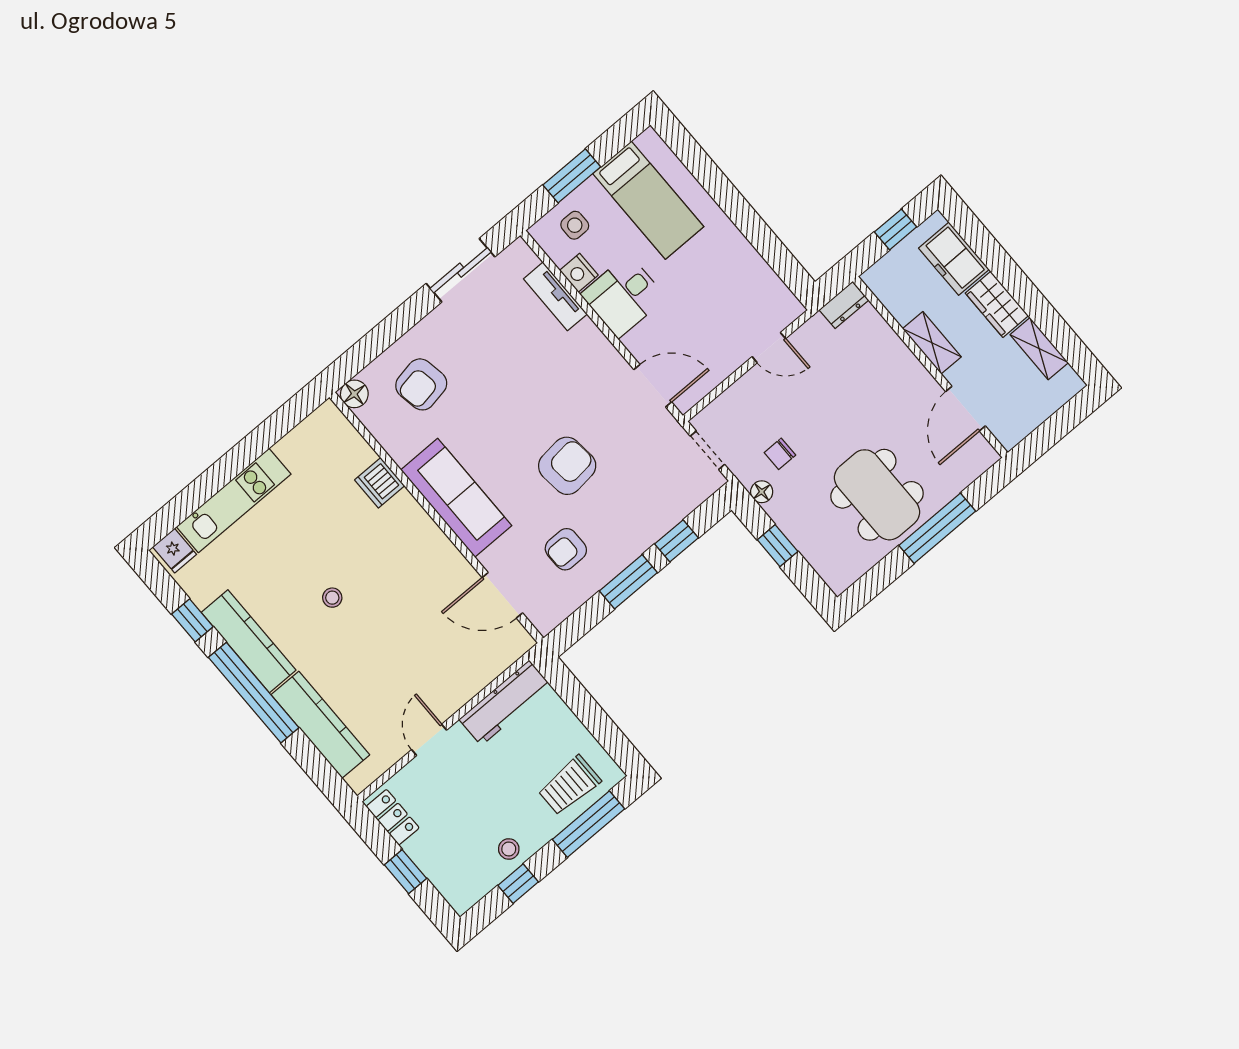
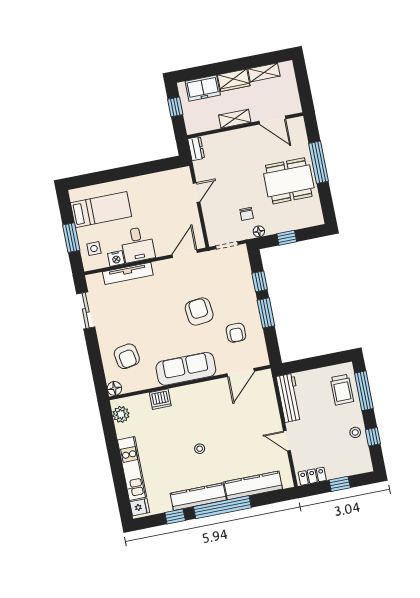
tv unit: (555, 296) -> (128, 273), width x1.41
plant: (316, 430) -> (121, 414), added

